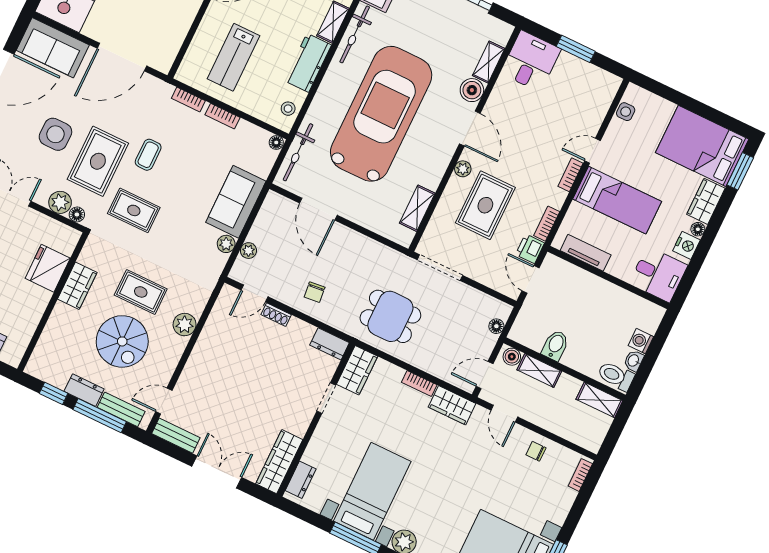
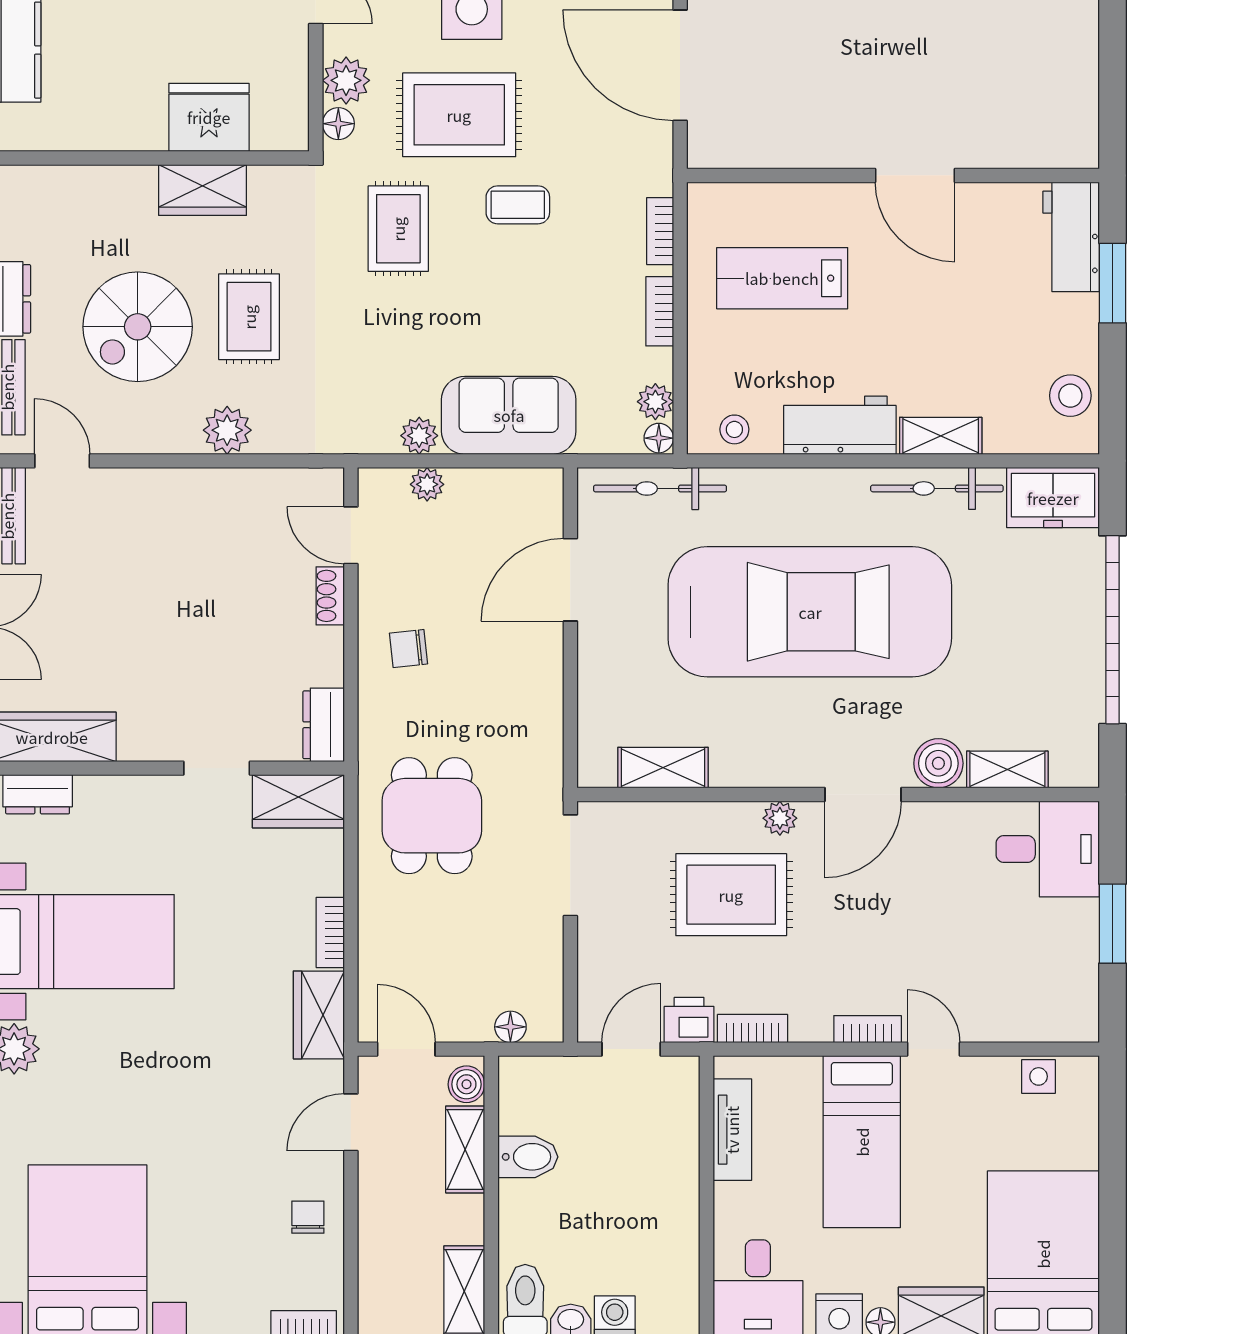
plant: (260, 136) -> (655, 402), added

